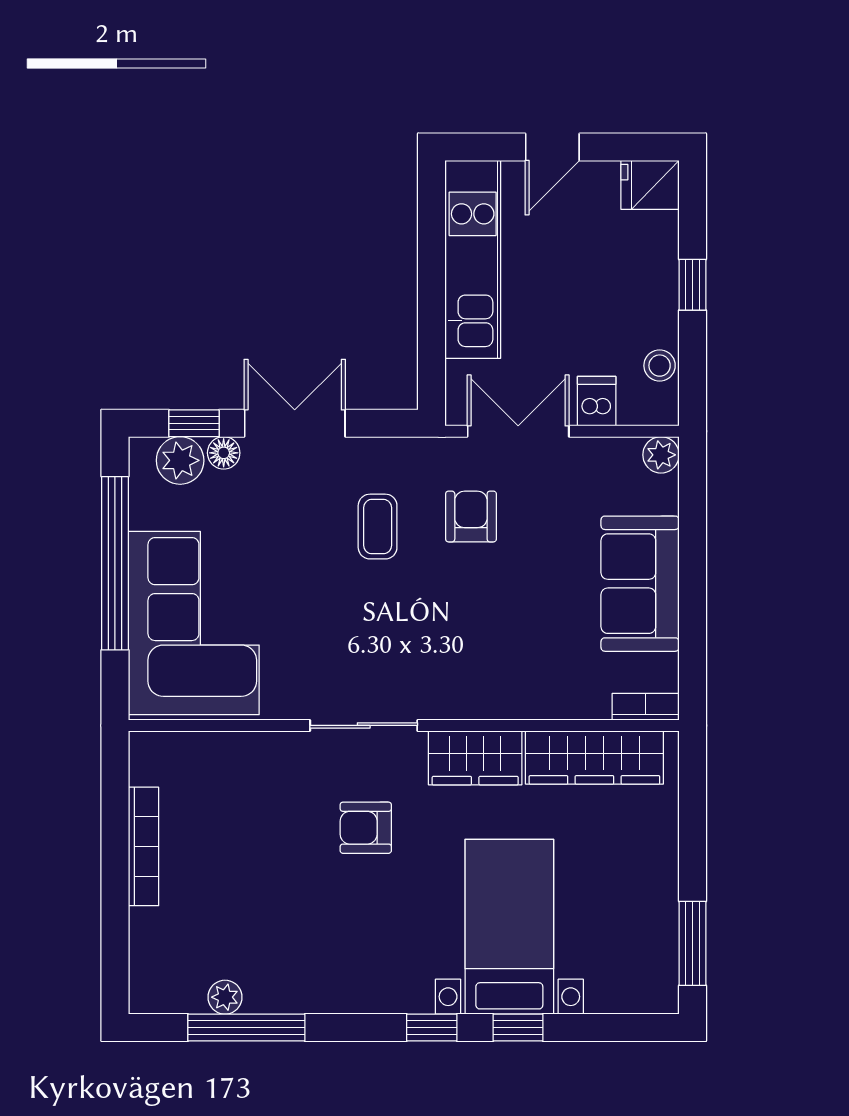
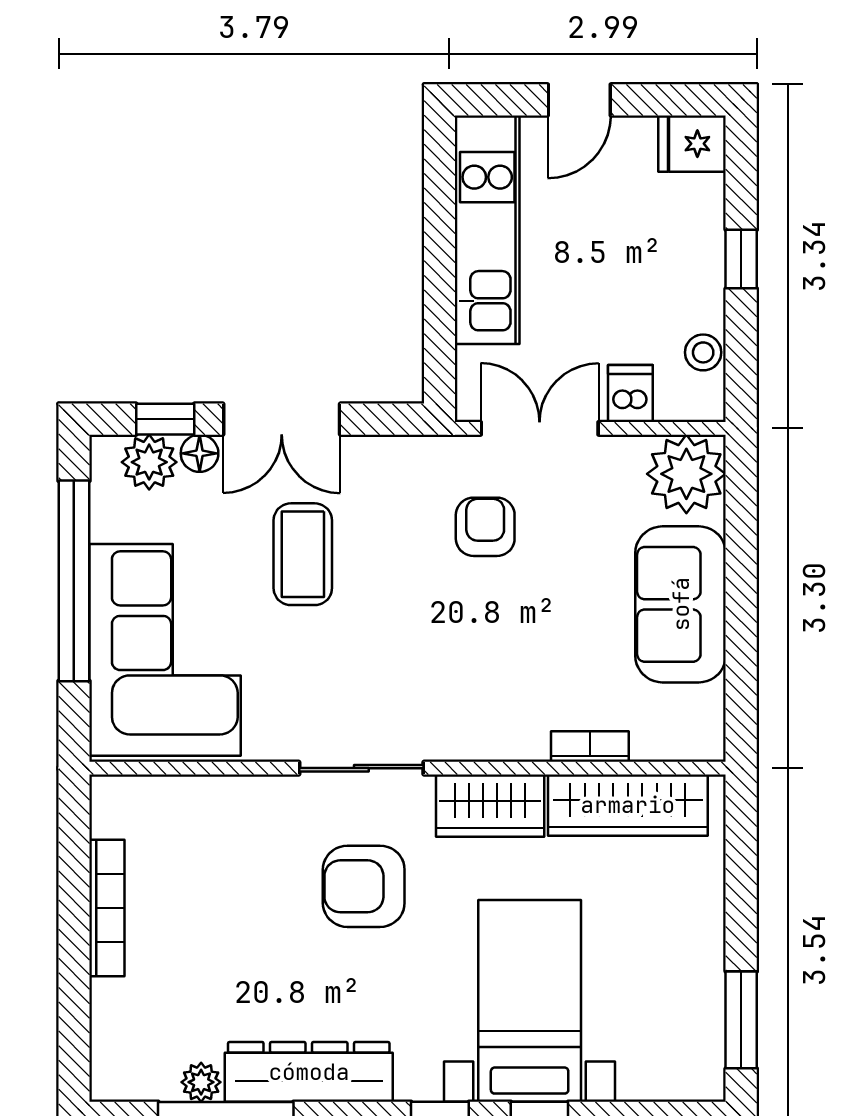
double door: (295, 423) -> (282, 419), swing flipped
plant: (661, 455) -> (686, 474), width x1.87, depth x1.87
coffee table: (378, 527) -> (303, 554), moved, width x1.36, depth x1.30
bookcase: (646, 707) -> (590, 747), moved
armchair: (366, 828) -> (364, 886), width x1.38, depth x1.38
dresser: (318, 988) -> (309, 1072), added

